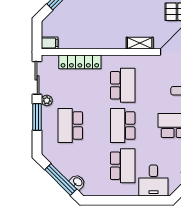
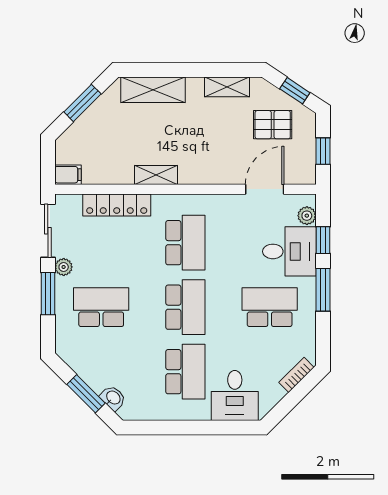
shelving: (140, 43) -> (156, 175), moved
school desk: (70, 126) -> (101, 307), turned 90
school desk: (123, 126) -> (185, 307), turned 180
window: (61, 179) -> (86, 394), width x0.69

